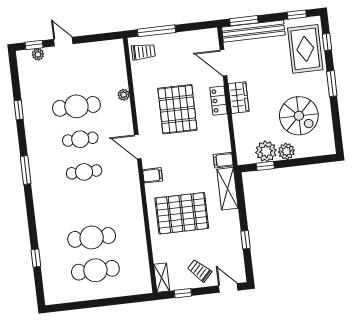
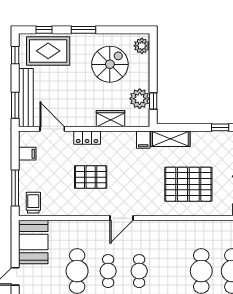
booth: (102, 57) -> (33, 242), added
door: (224, 63) -> (52, 129), swing flipped
plant: (124, 95) -> (71, 226), removed
wardrobe: (239, 98) -> (111, 119), moved
pallet: (177, 109) -> (91, 177), width x0.73, depth x0.71
plant: (286, 151) -> (142, 46), moved
filing cabinet: (153, 175) -> (27, 154), moved, turned 90
pallet: (182, 213) -> (188, 184), turned 90

